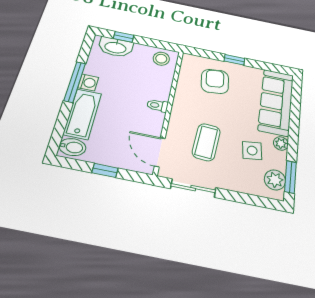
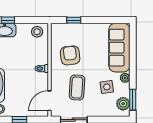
window: (234, 60) -> (74, 20), moved
armchair: (215, 81) -> (70, 55), moved
door: (160, 152) -> (50, 101), hinge flipped

